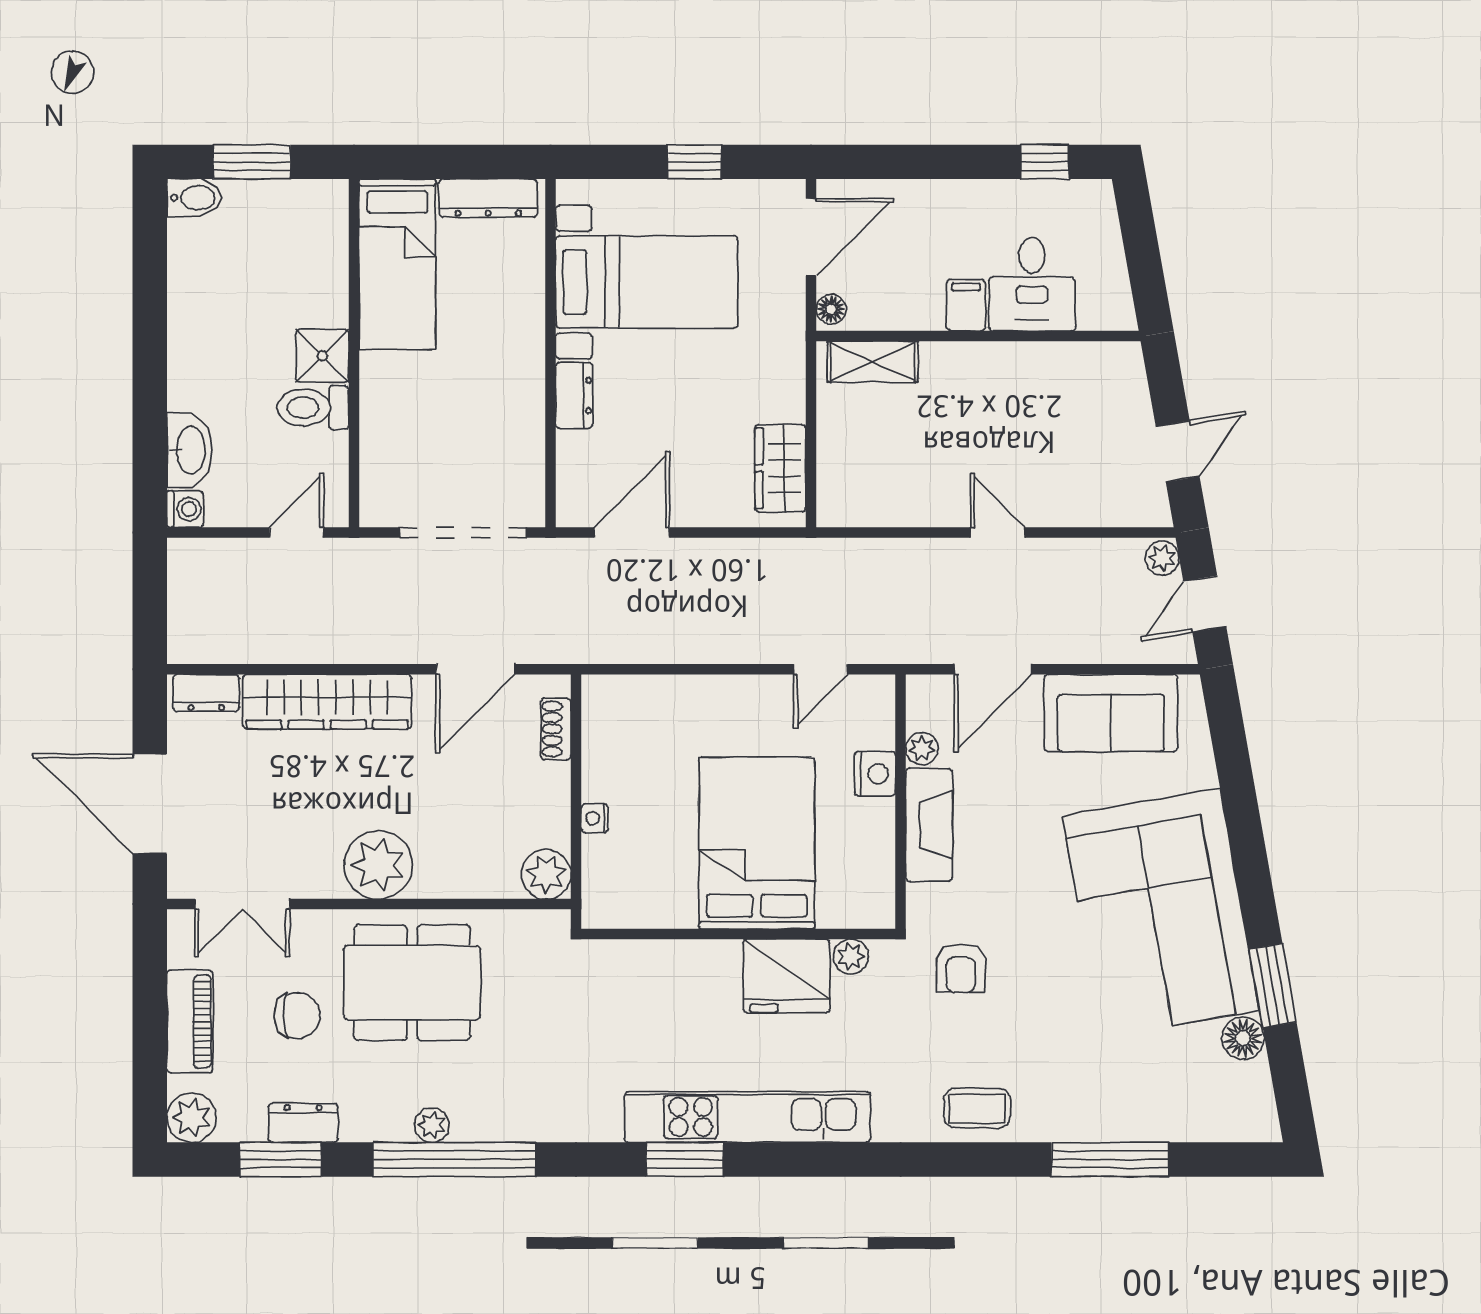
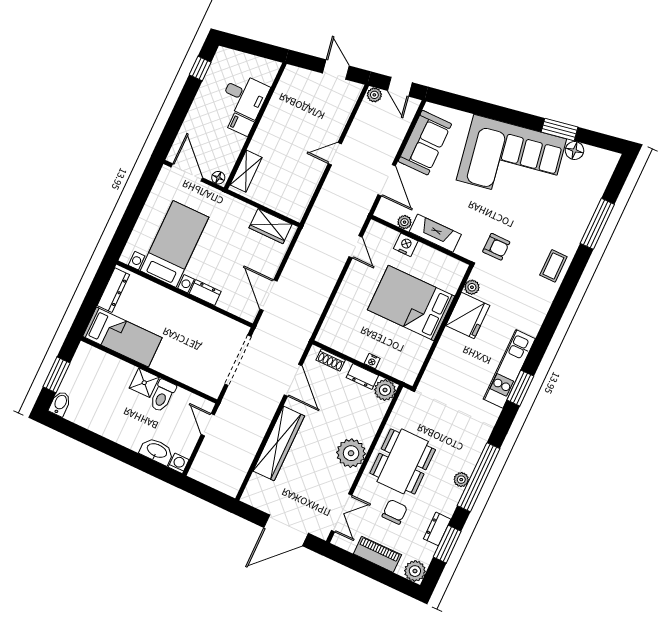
window: (695, 162) -> (137, 204), removed
dresser: (206, 693) -> (362, 377), moved, turned 90
kitchen unit: (747, 1117) -> (509, 369), width x0.73

